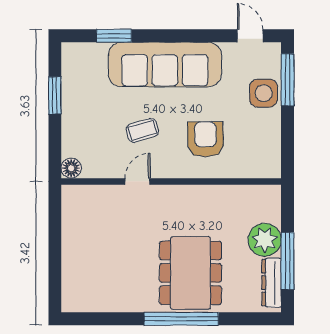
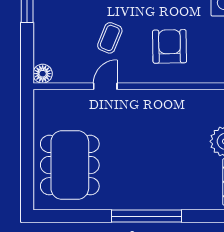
coffee table: (142, 130) -> (110, 38), turned -52
dining table: (190, 273) -> (70, 165), moved

